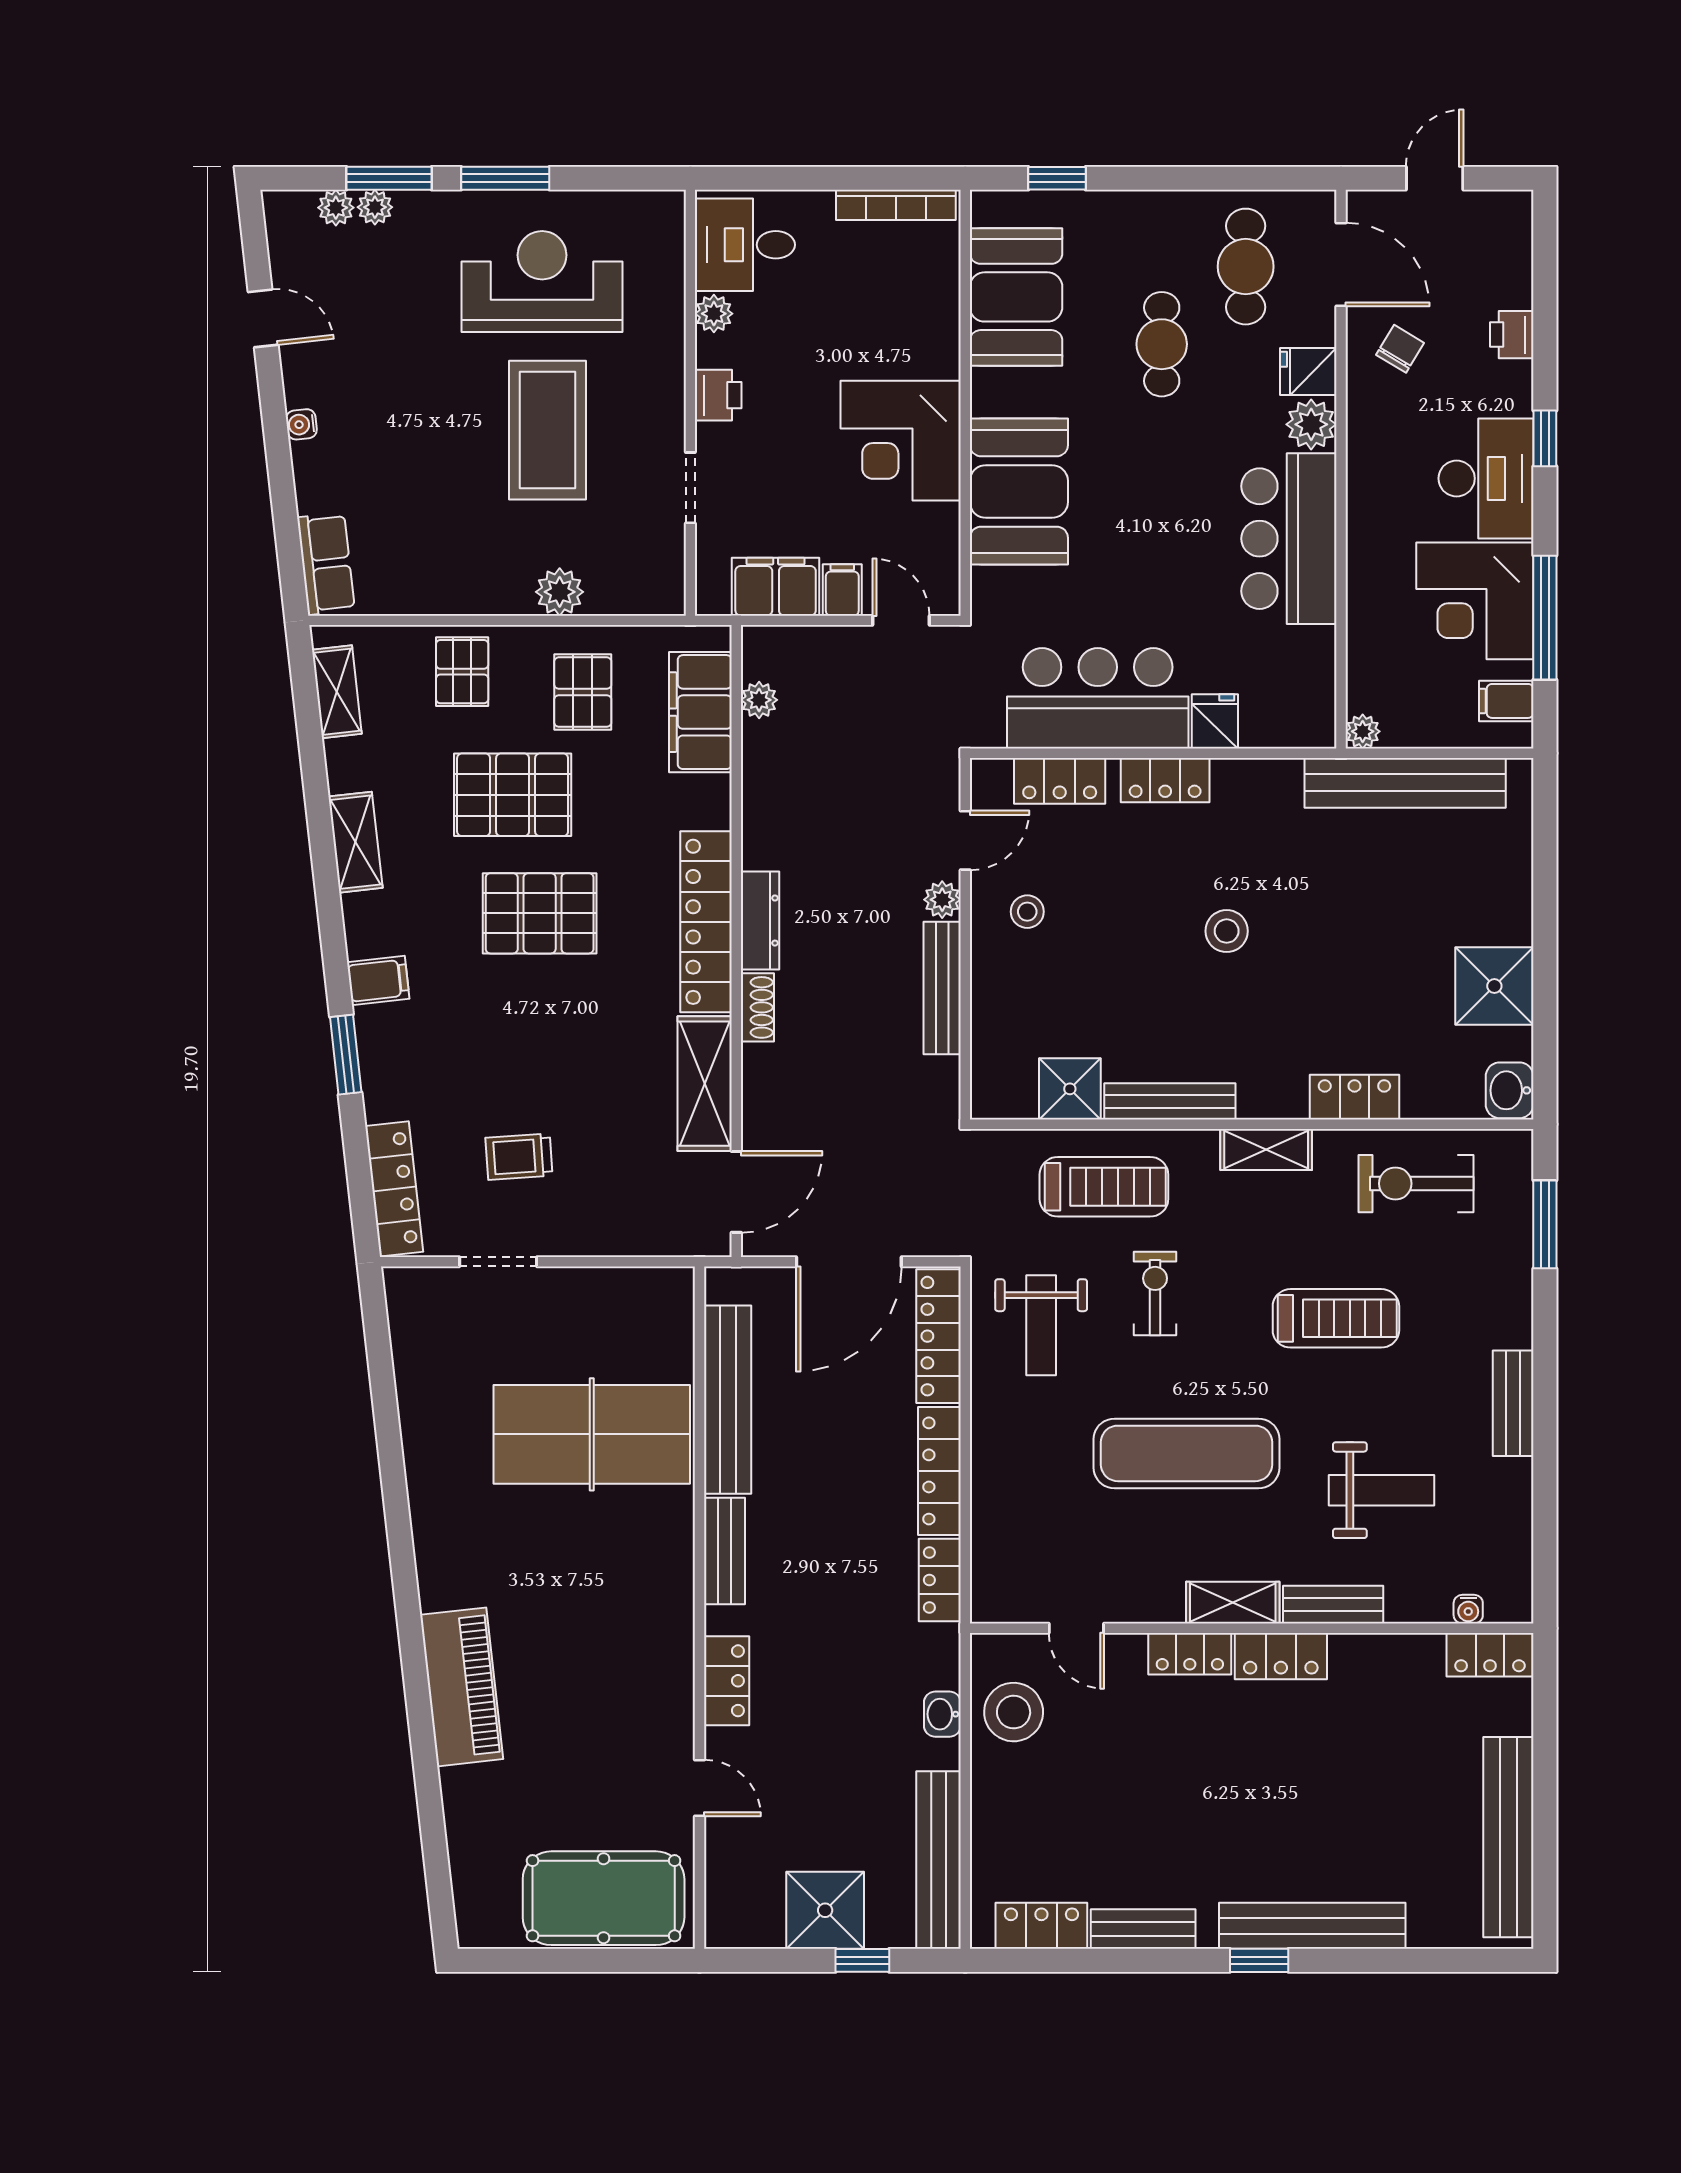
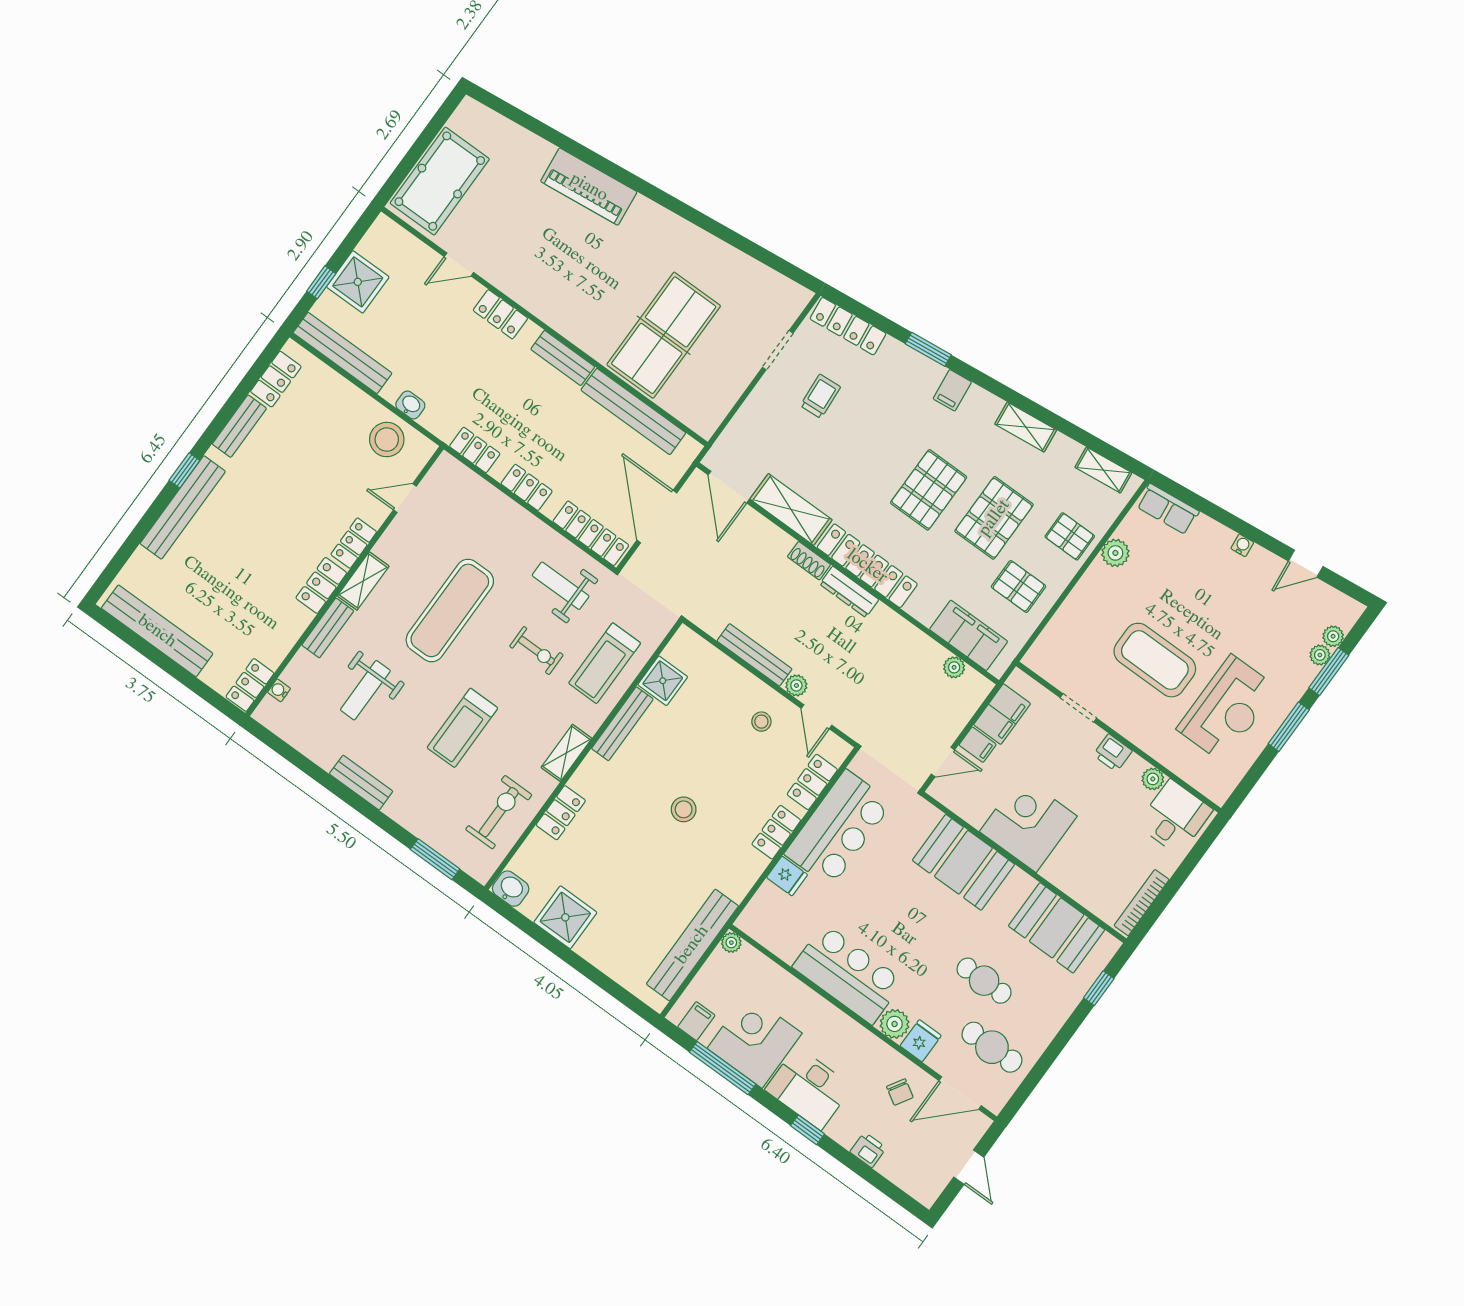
plant: (560, 592) -> (1115, 553), moved
locker: (939, 1471) -> (527, 487), width x0.66

